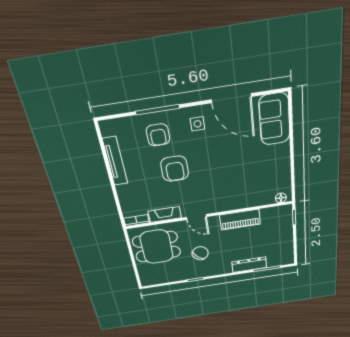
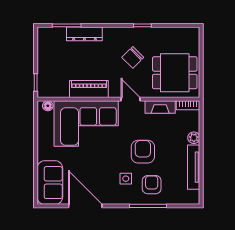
side table: (197, 124) -> (126, 179), moved
corner sofa: (239, 187) -> (86, 124), added
plant: (123, 191) -> (194, 138), added

